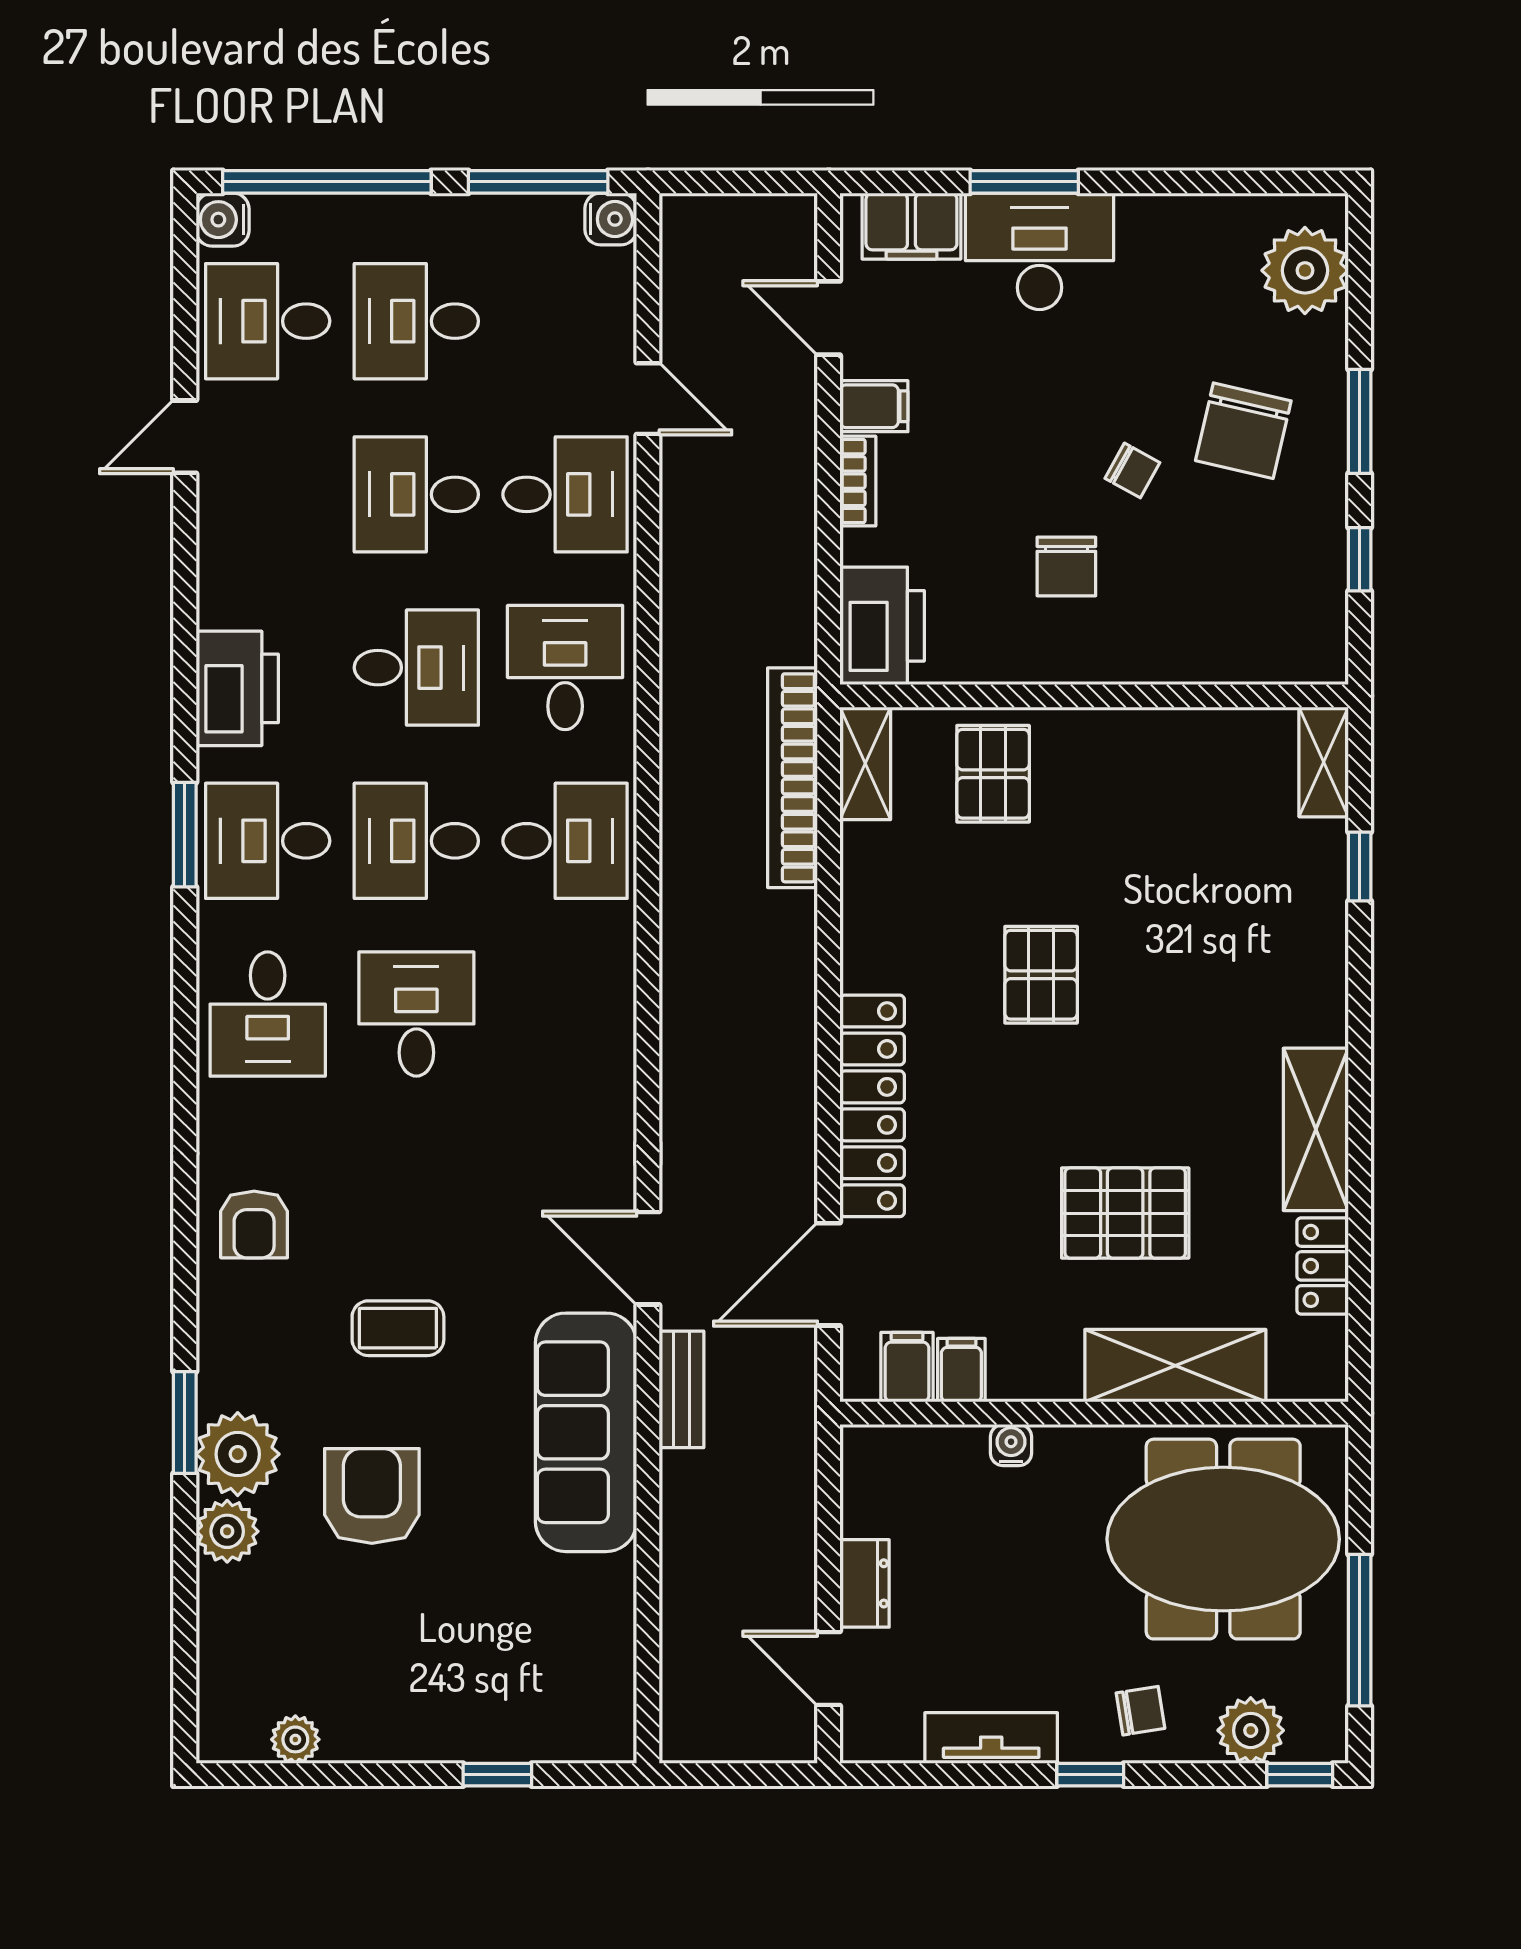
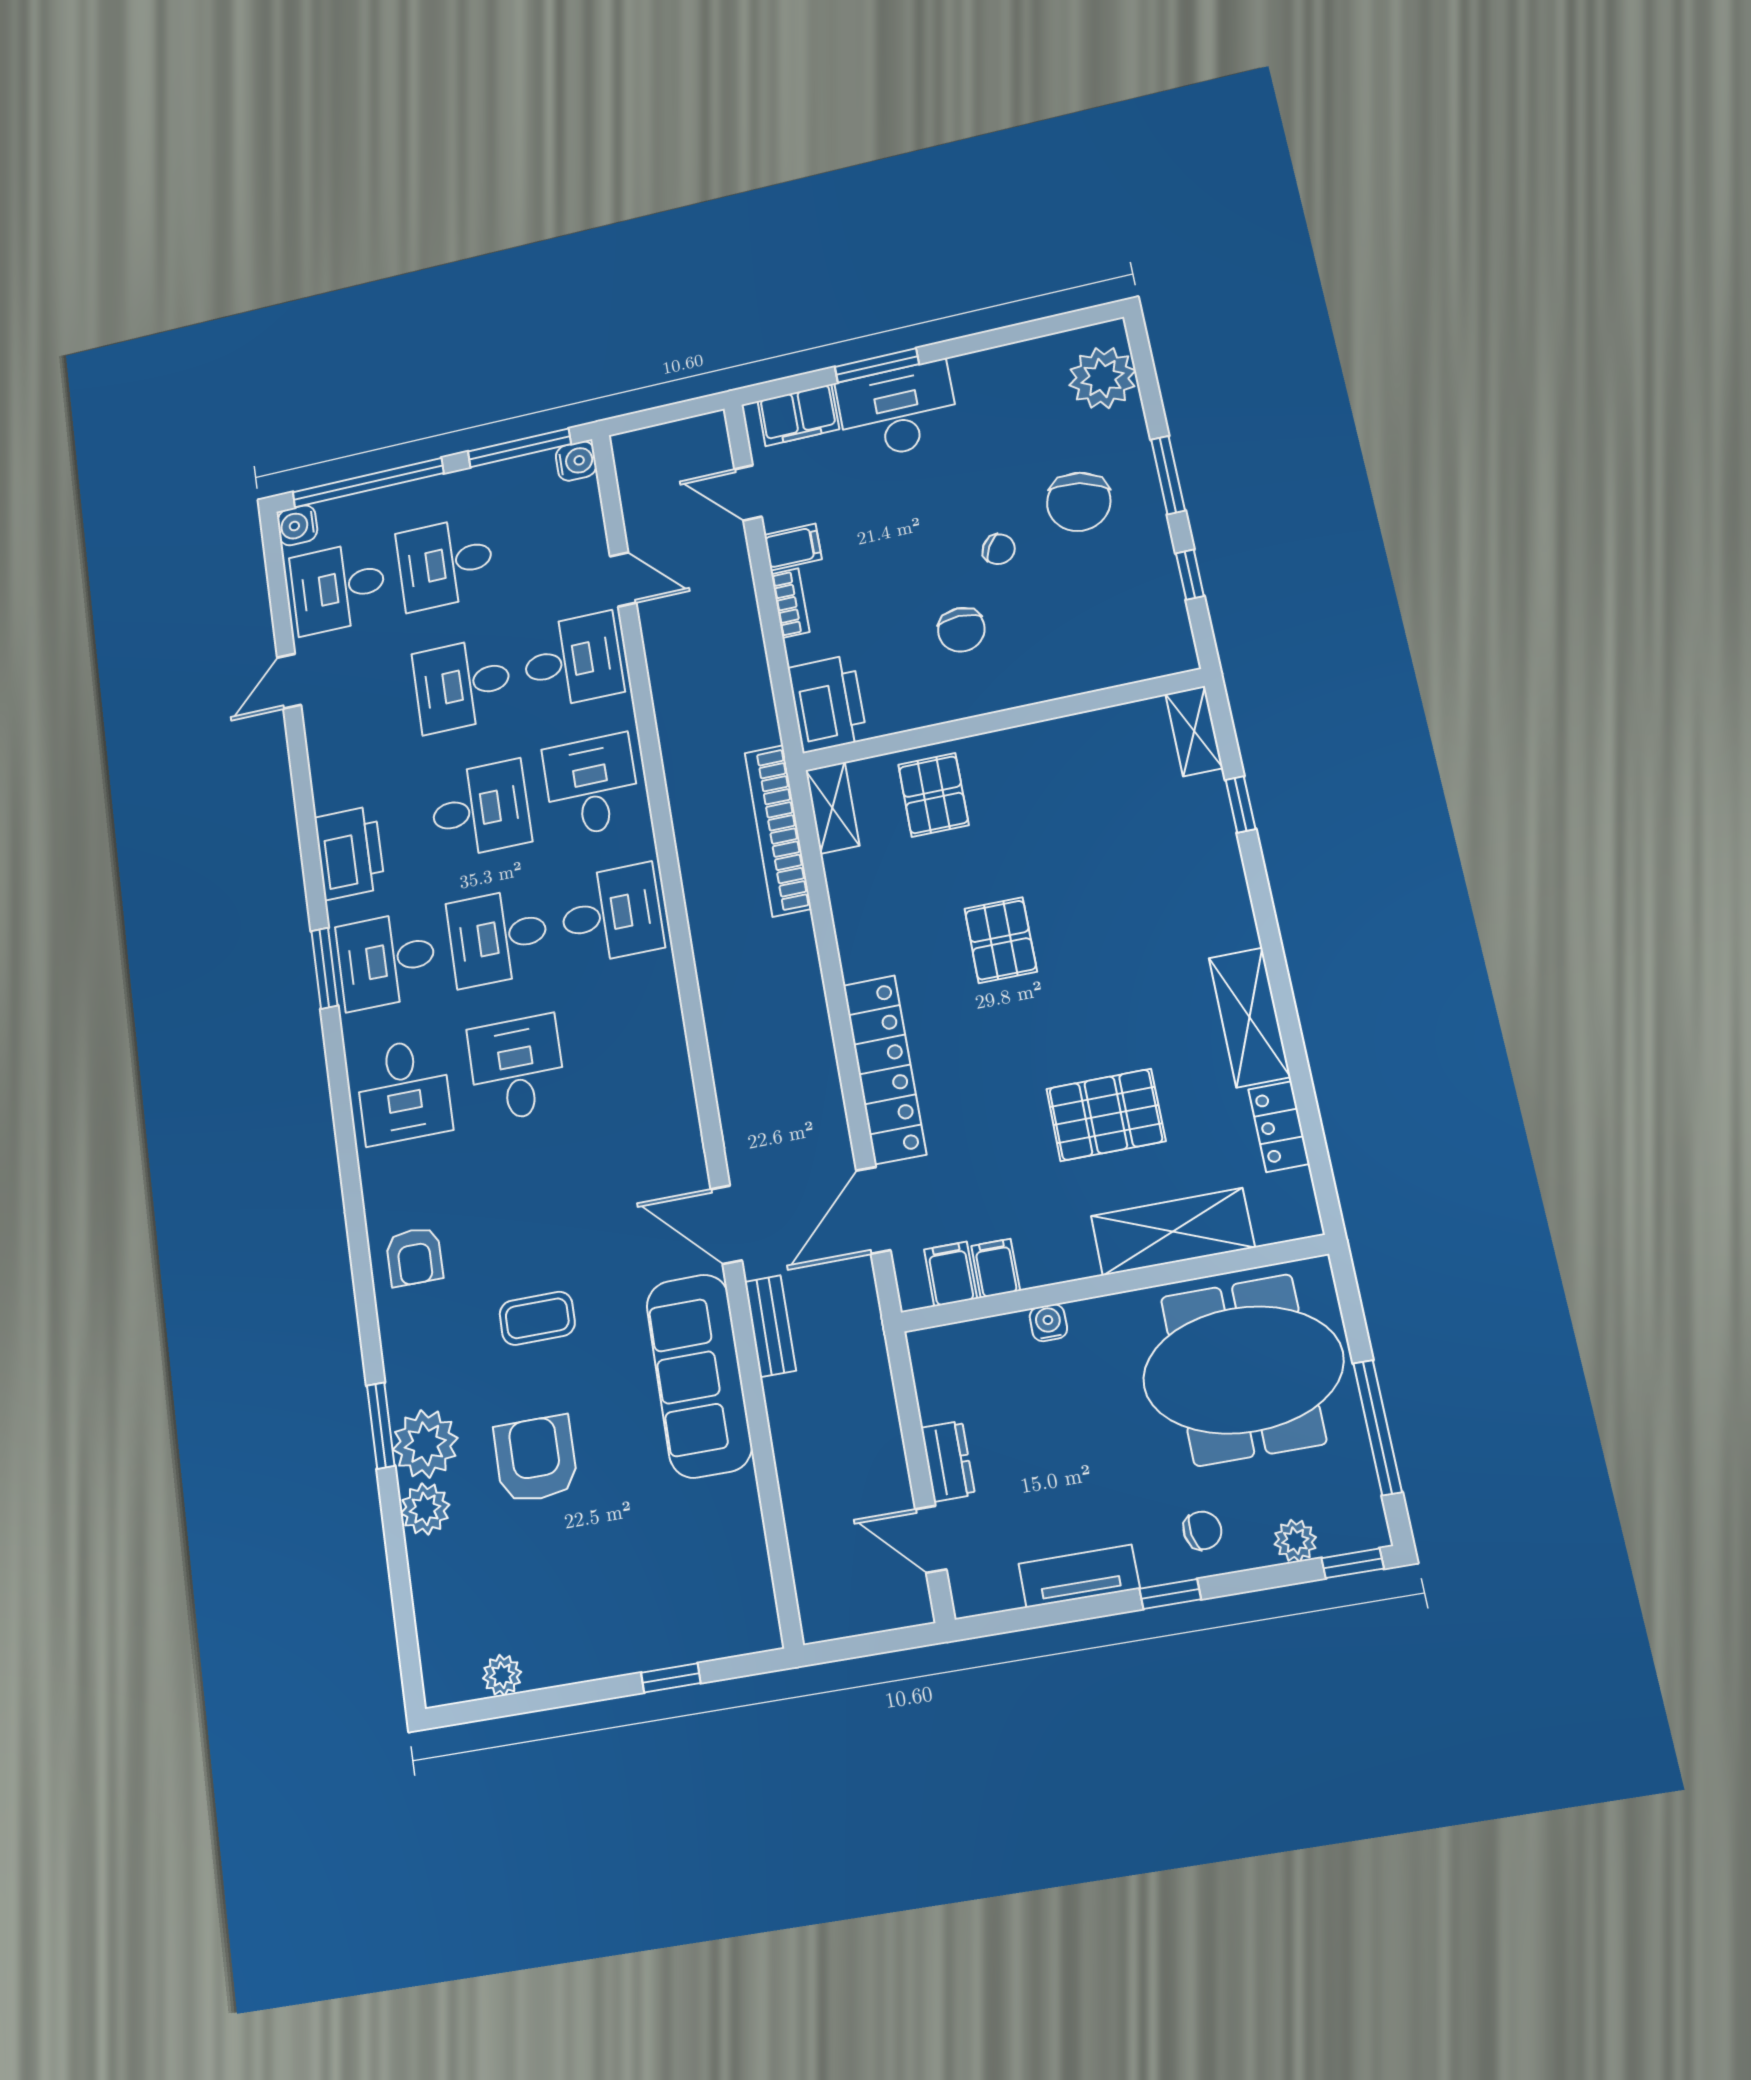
plant: (1251, 1730) -> (1295, 1541), width x0.73, depth x0.73

